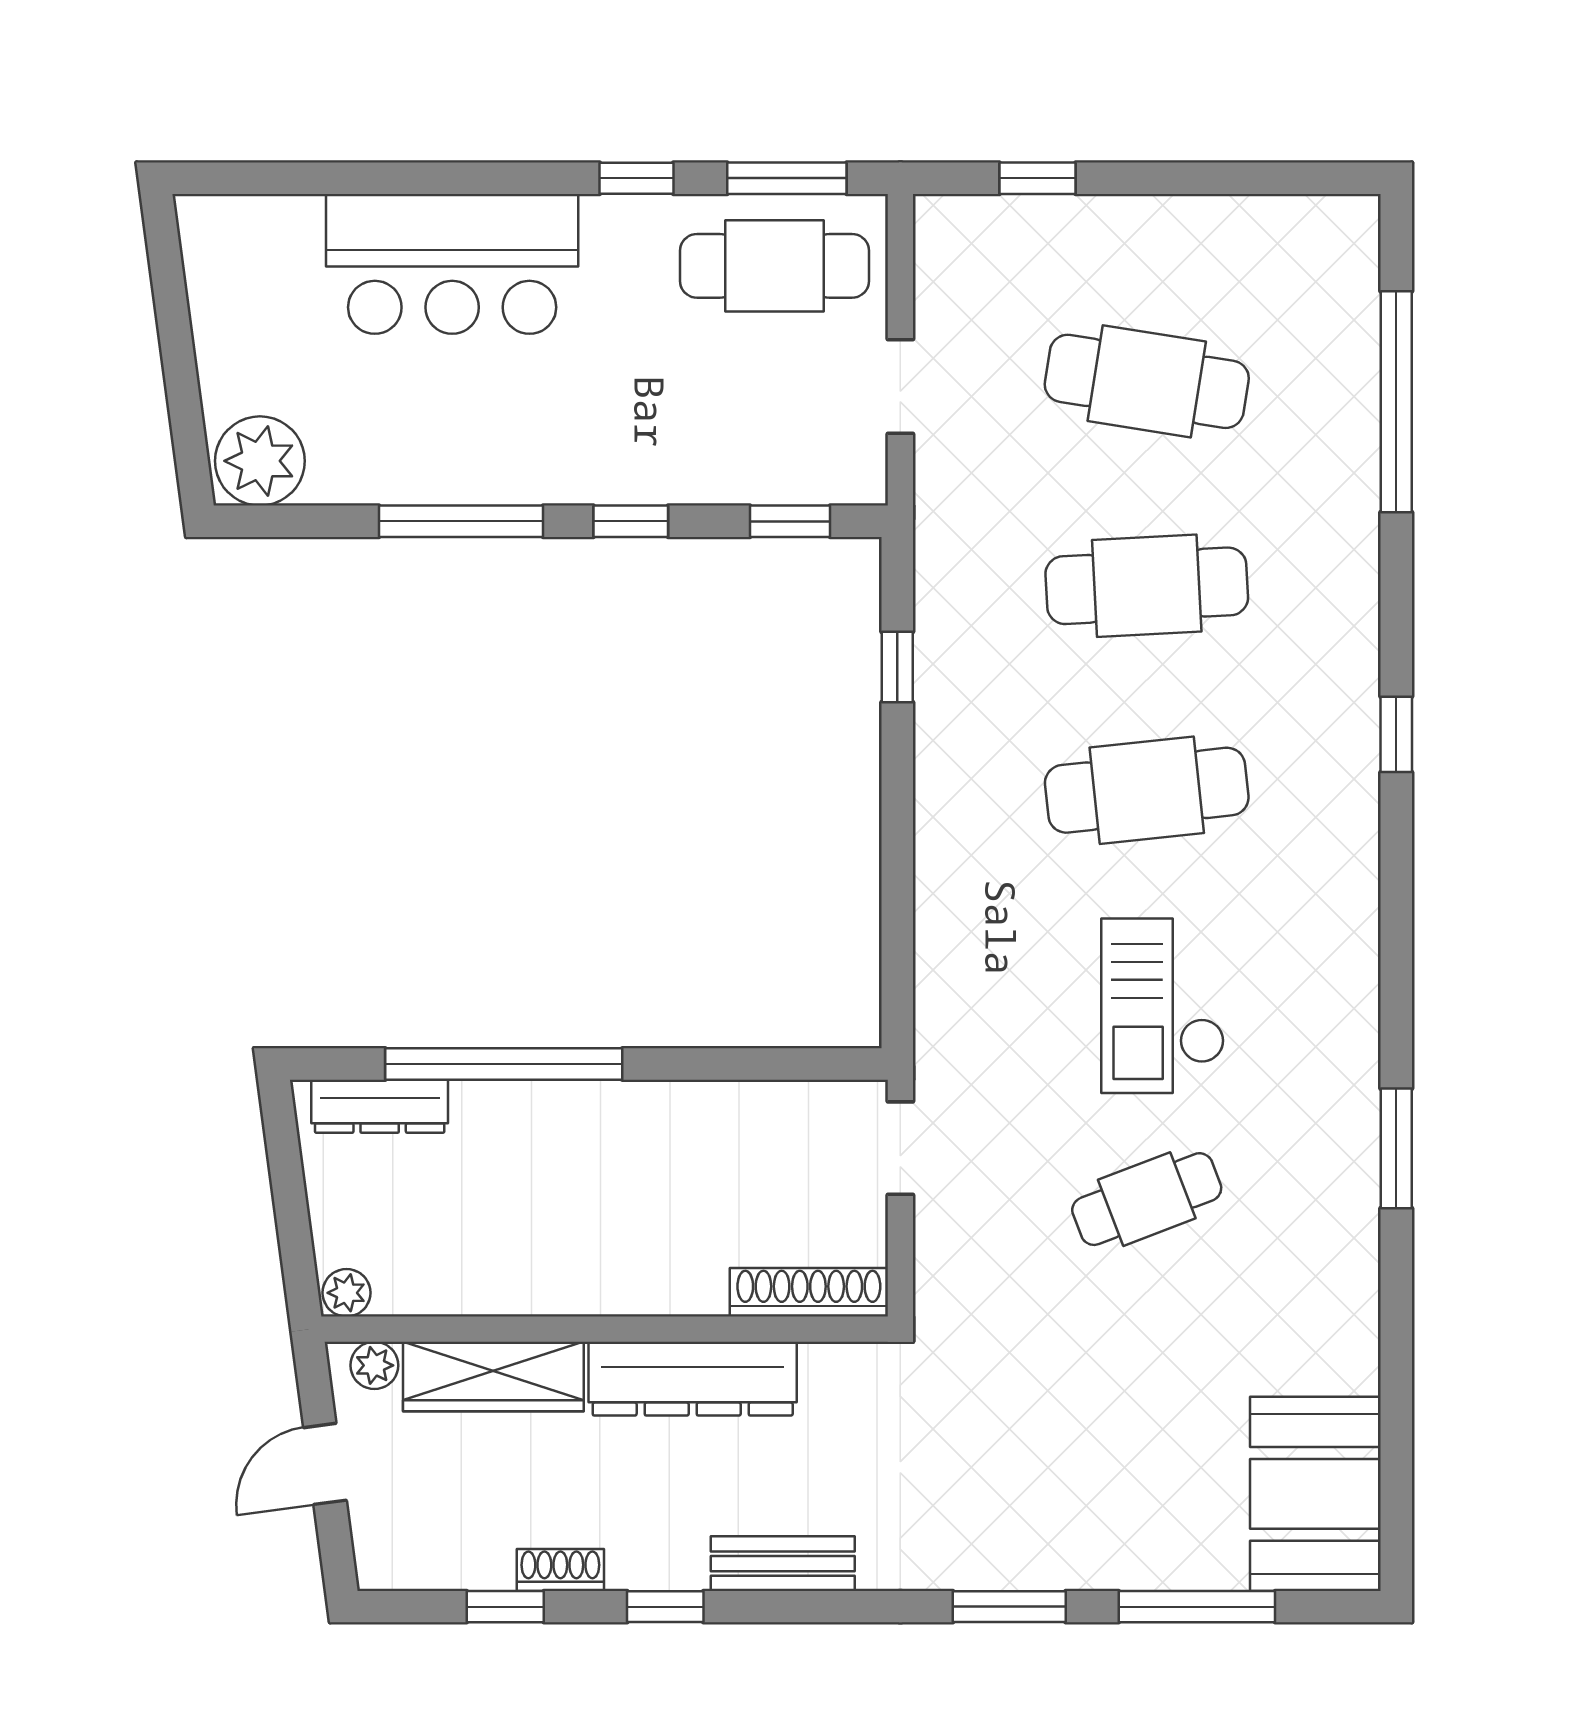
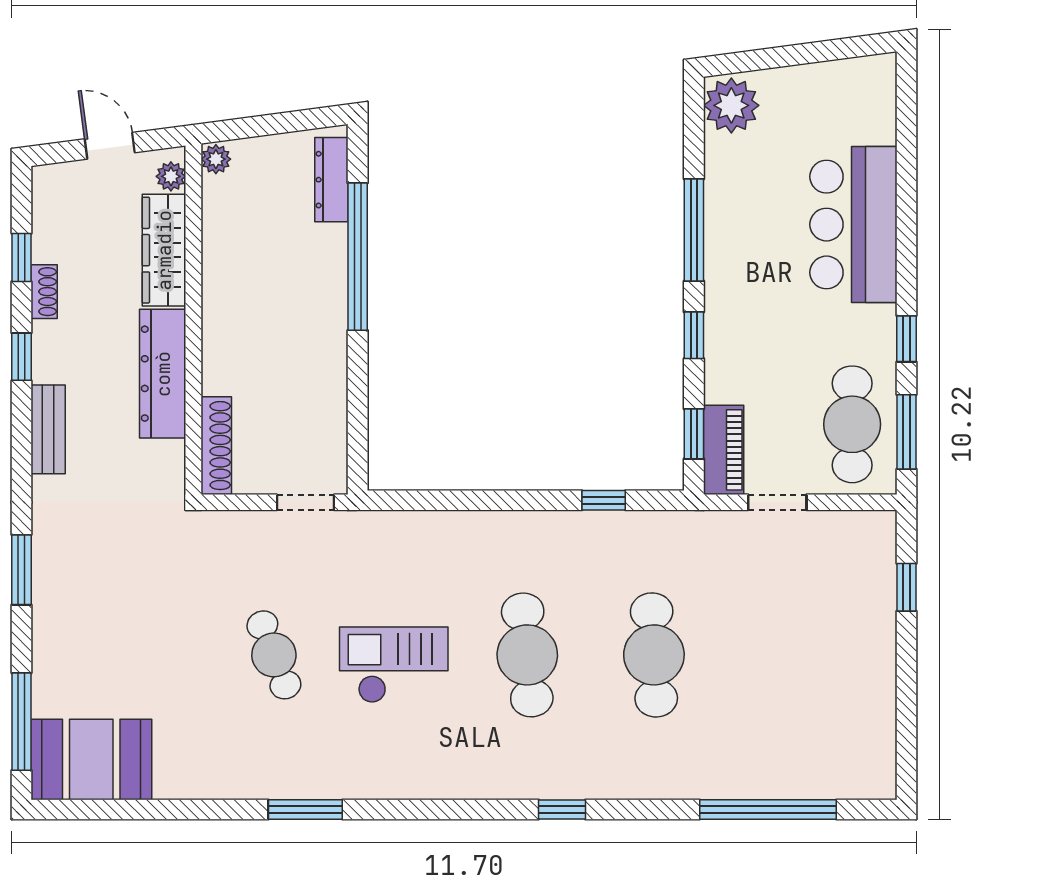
cafe table: (1147, 381) -> (781, 655), removed
piano: (816, 473) -> (724, 450), added
window: (1197, 1607) -> (21, 722), moved

